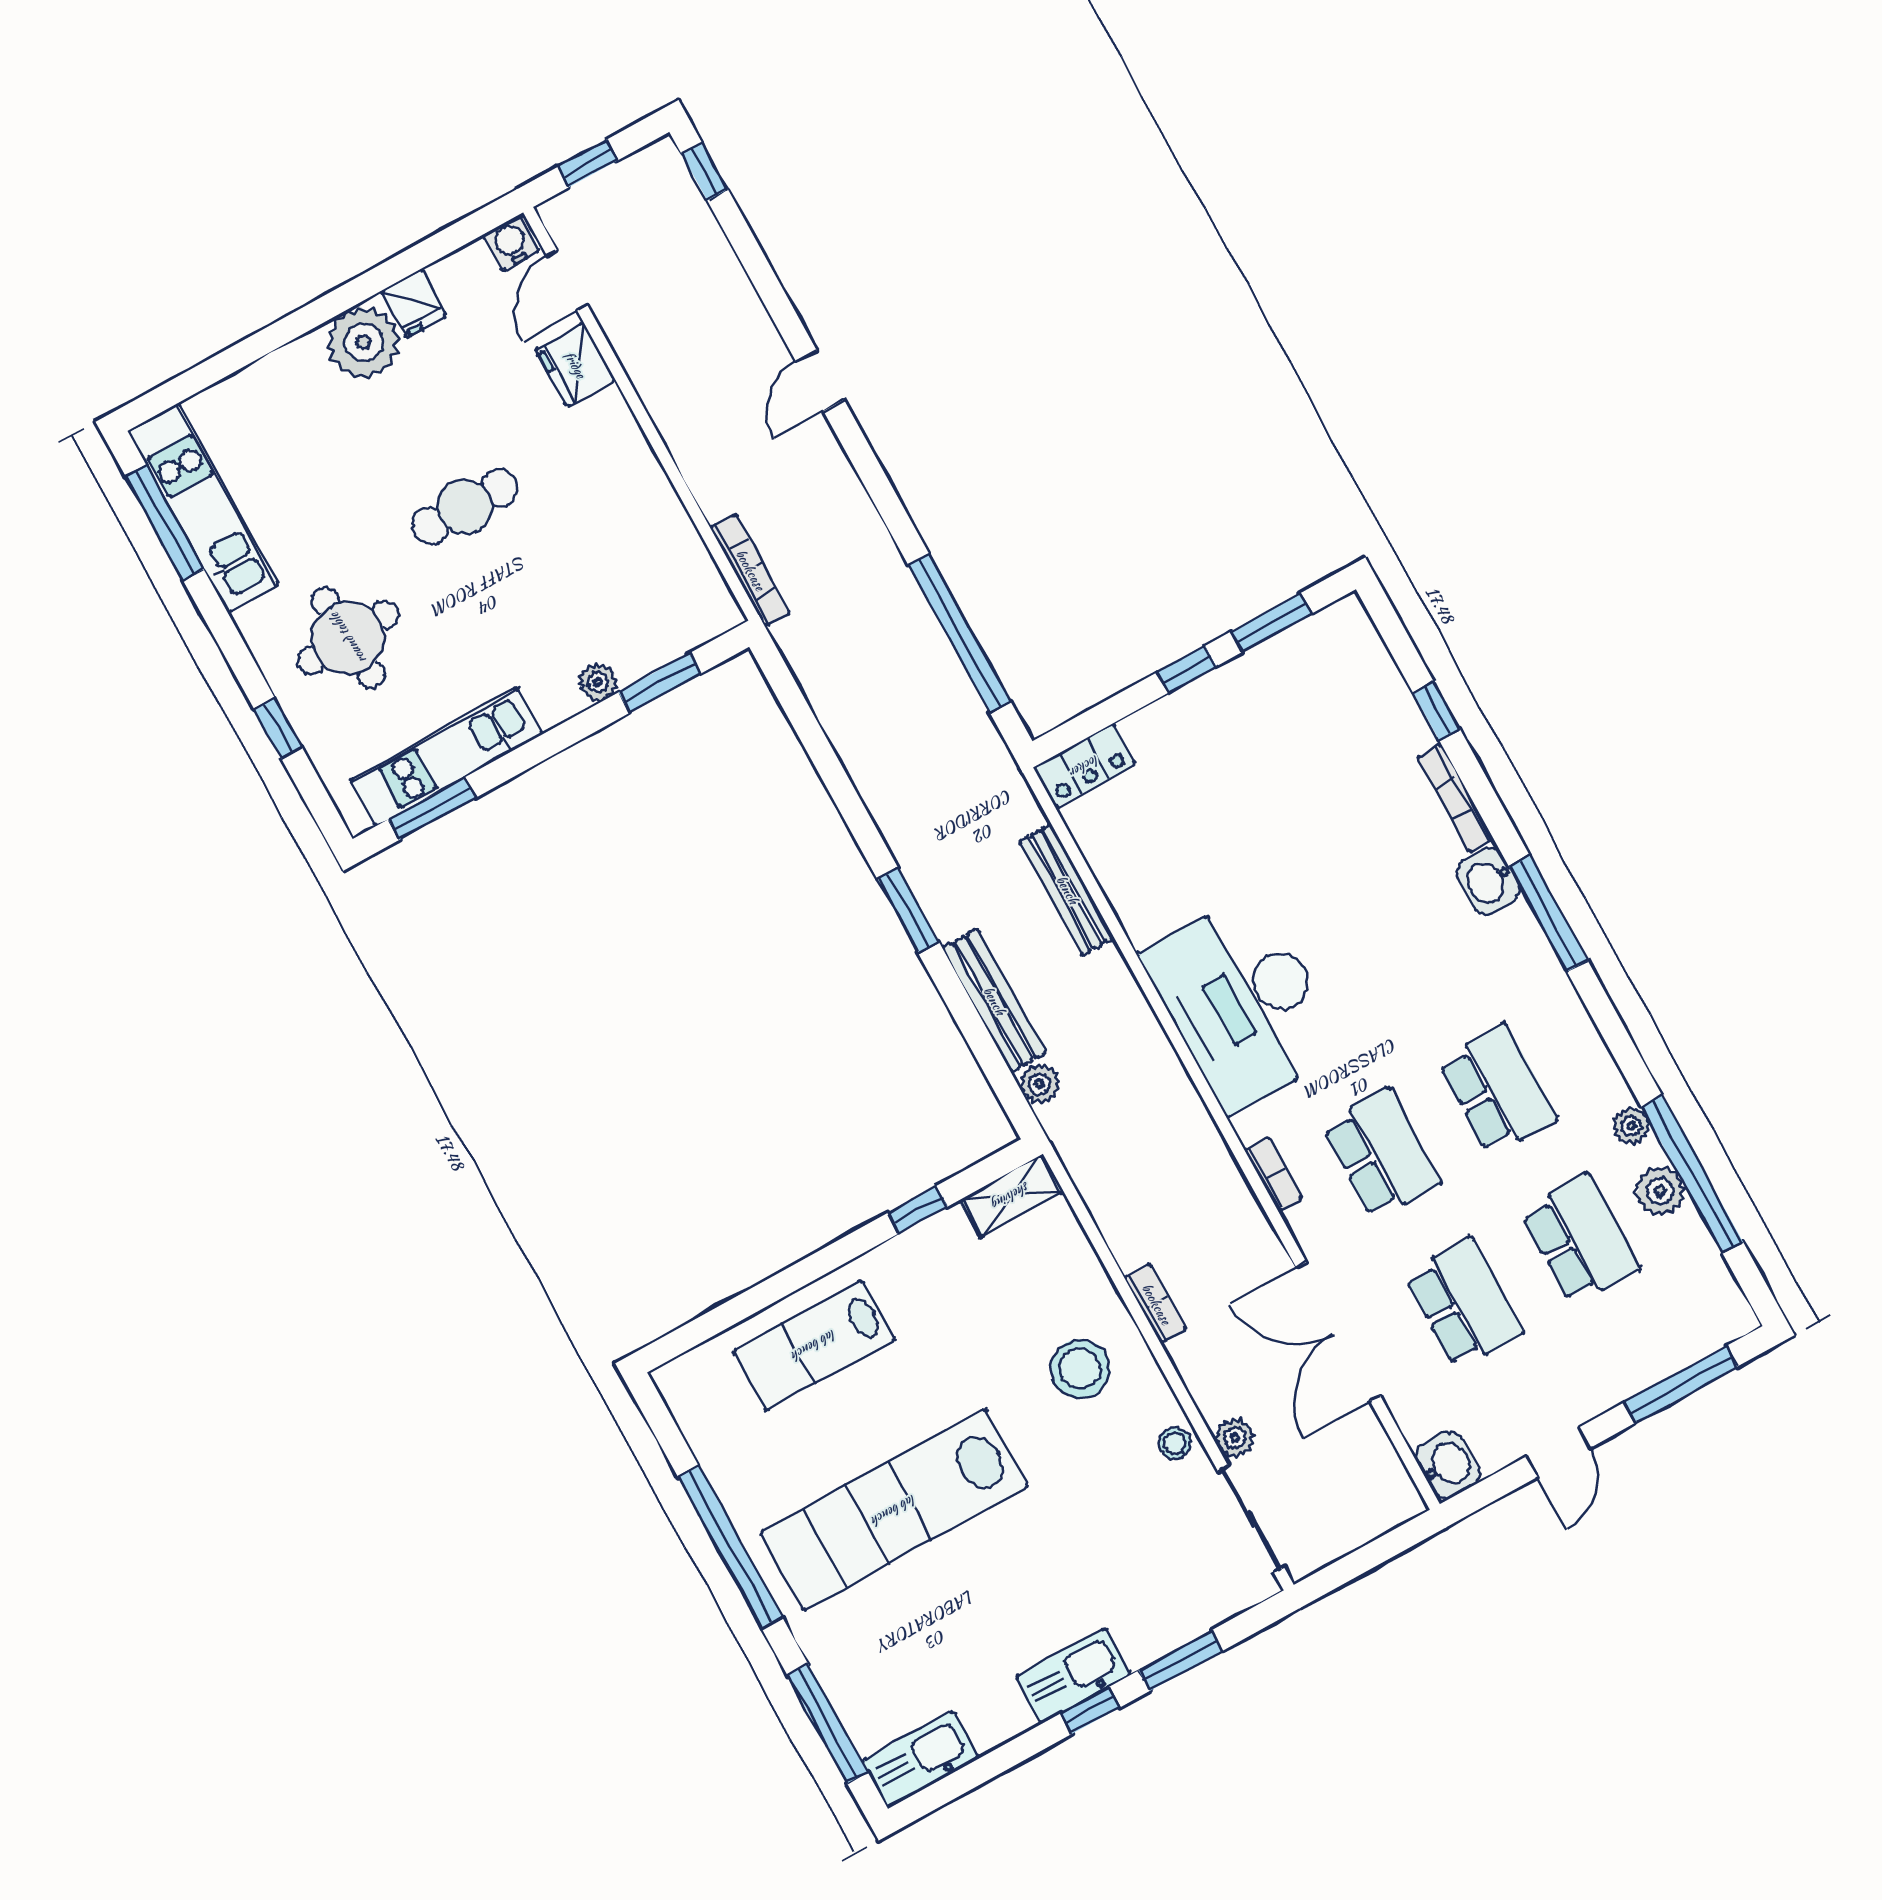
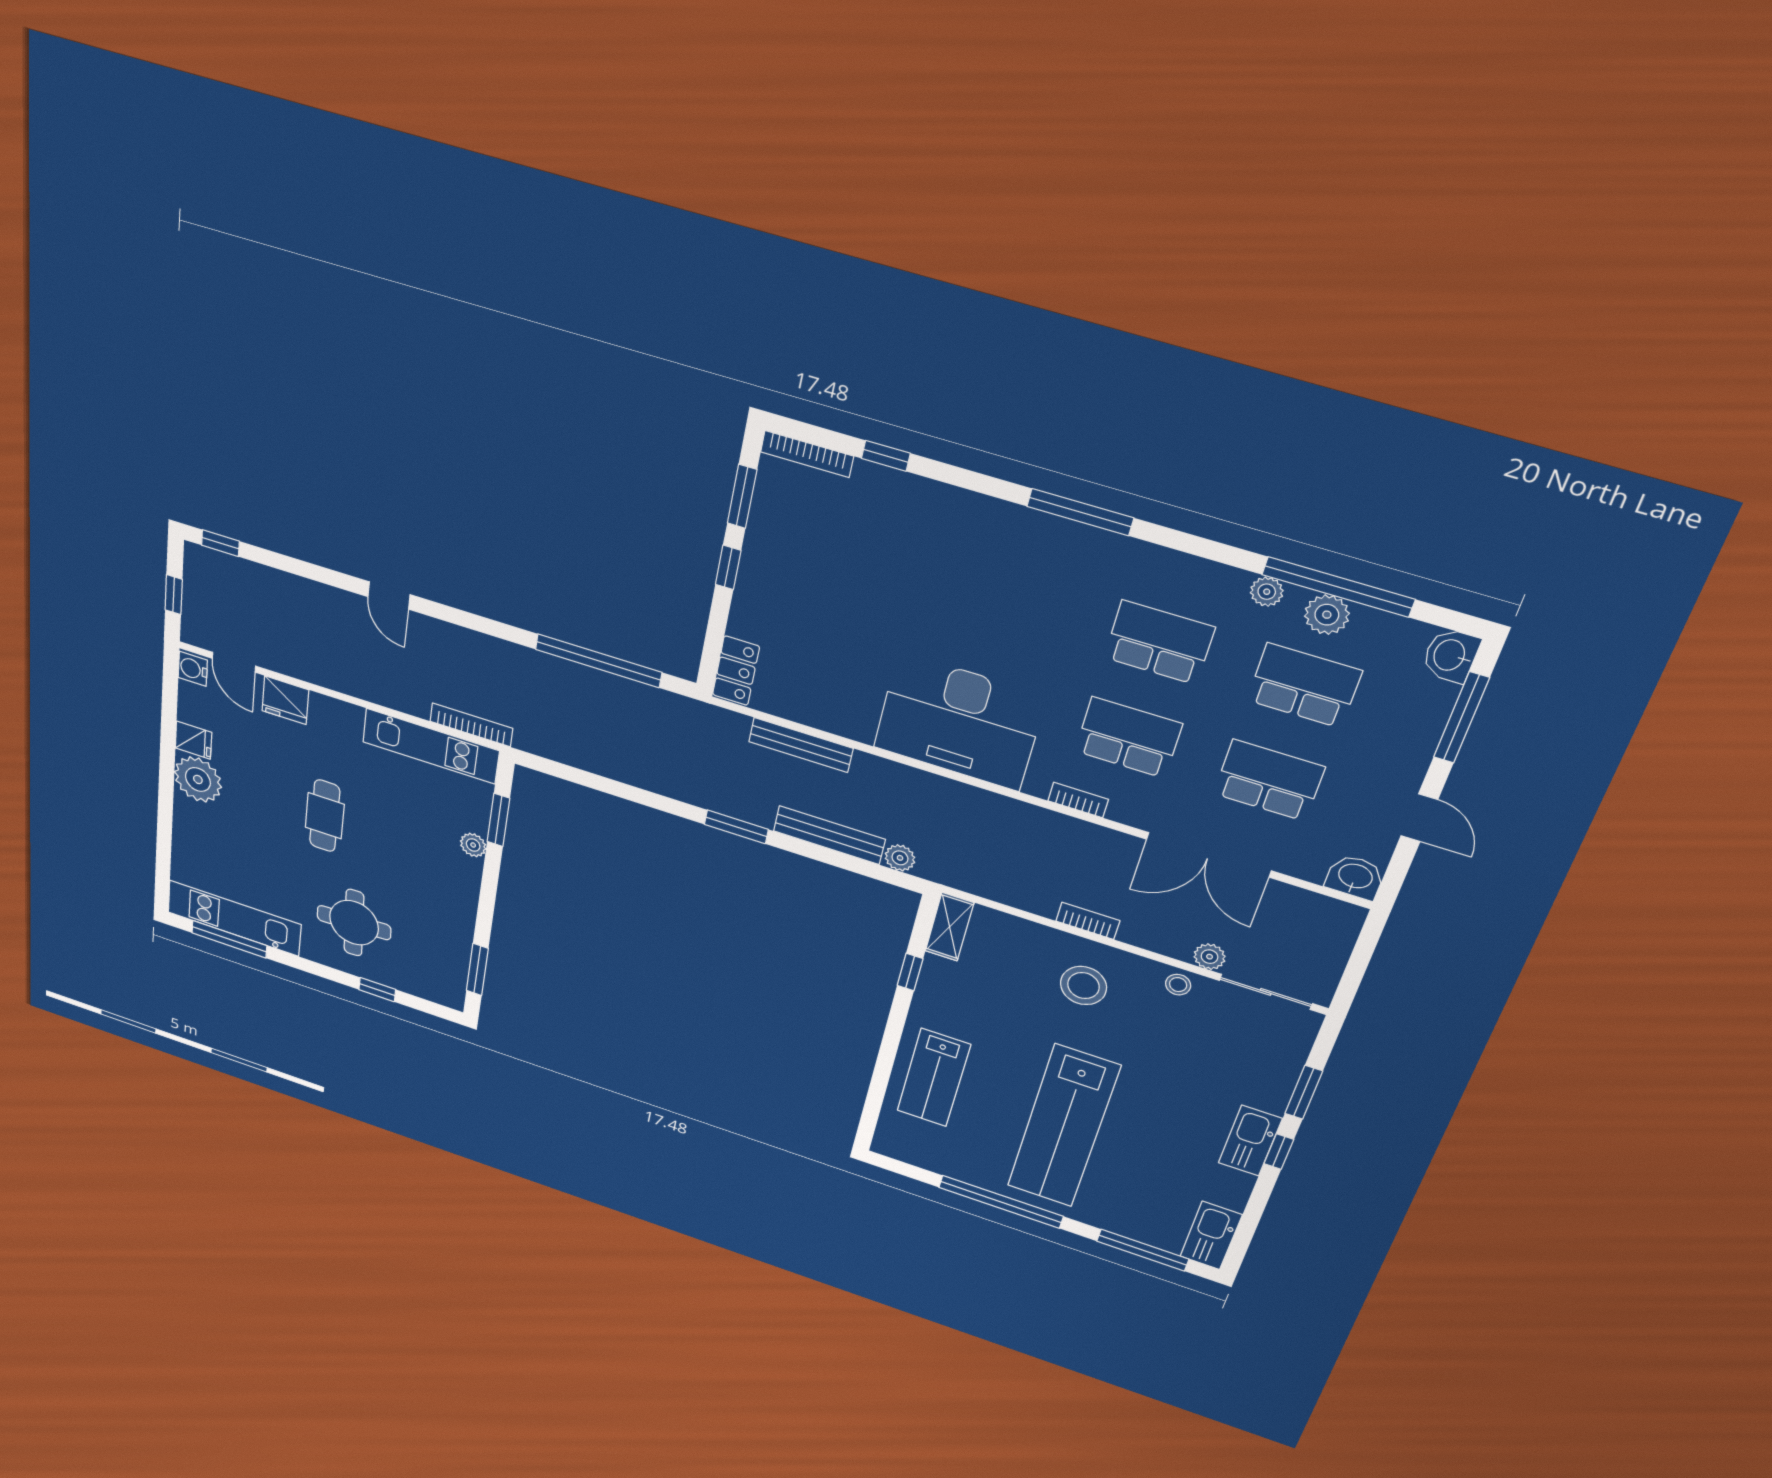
kitchen unit: (446, 757) -> (431, 746), moved, turned -90
bookcase: (1455, 798) -> (807, 454), moved
washbasin: (1488, 881) -> (1451, 655), moved, turned 90

